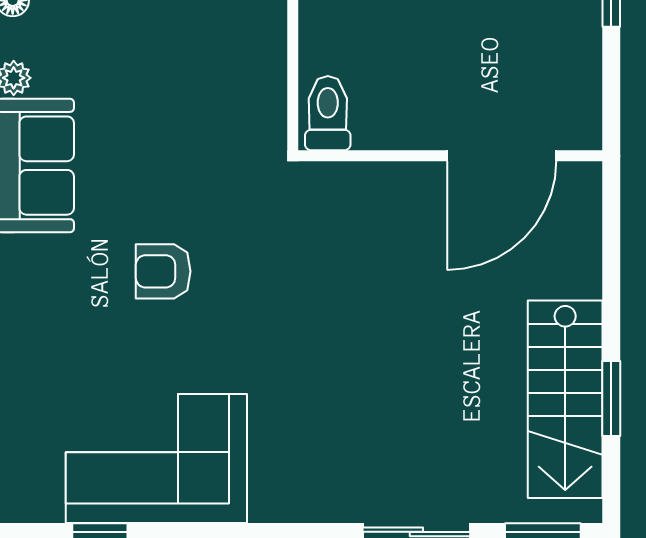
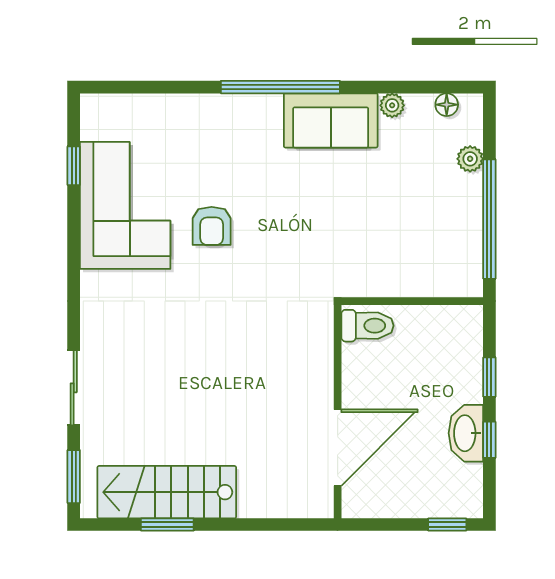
door: (502, 156) -> (338, 448), swing flipped
armchair: (163, 271) -> (212, 226), moved, turned 180

